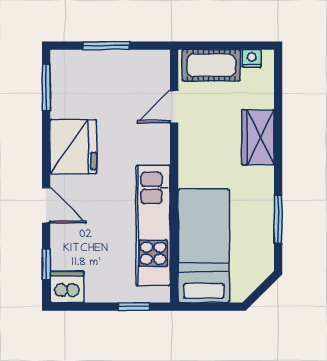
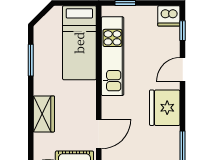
door: (174, 107) -> (99, 134), width x1.38
door: (46, 205) -> (183, 69), hinge flipped

